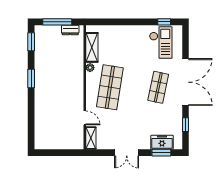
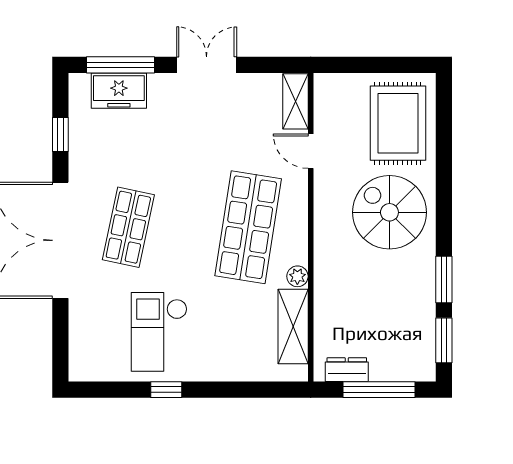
window: (164, 22) -> (166, 390), moved
checkout: (161, 43) -> (159, 332), moved
window: (31, 78) -> (444, 279), moved
spiral stairs: (53, 93) -> (389, 212), added
rug: (50, 129) -> (398, 123), added
window: (161, 153) -> (120, 65), width x1.44

